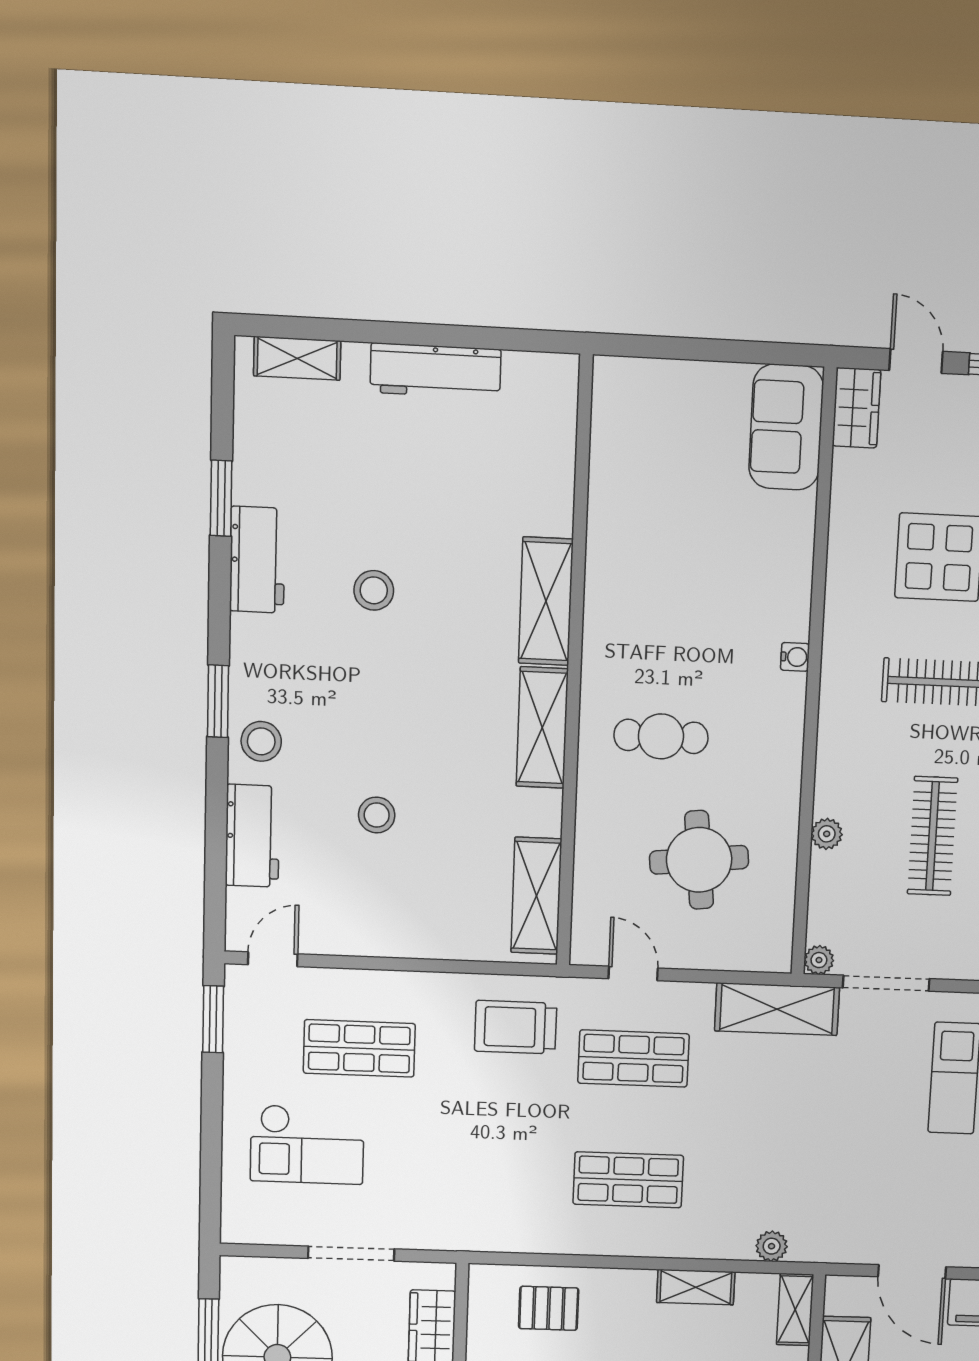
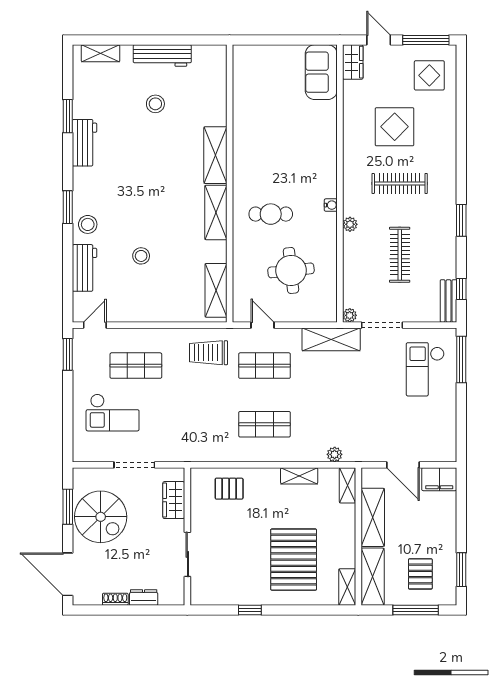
stool: (374, 590) -> (155, 104), moved
water cooler: (795, 657) -> (331, 205), moved
plant: (827, 834) -> (350, 224), moved

